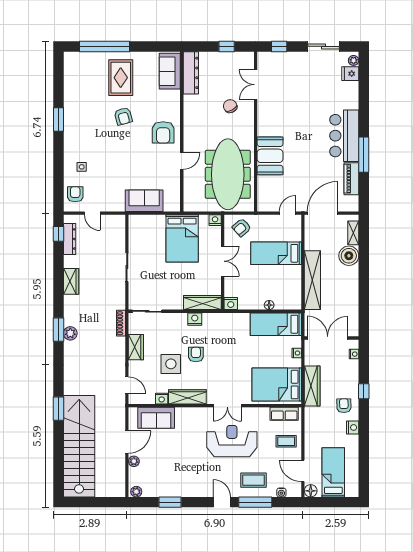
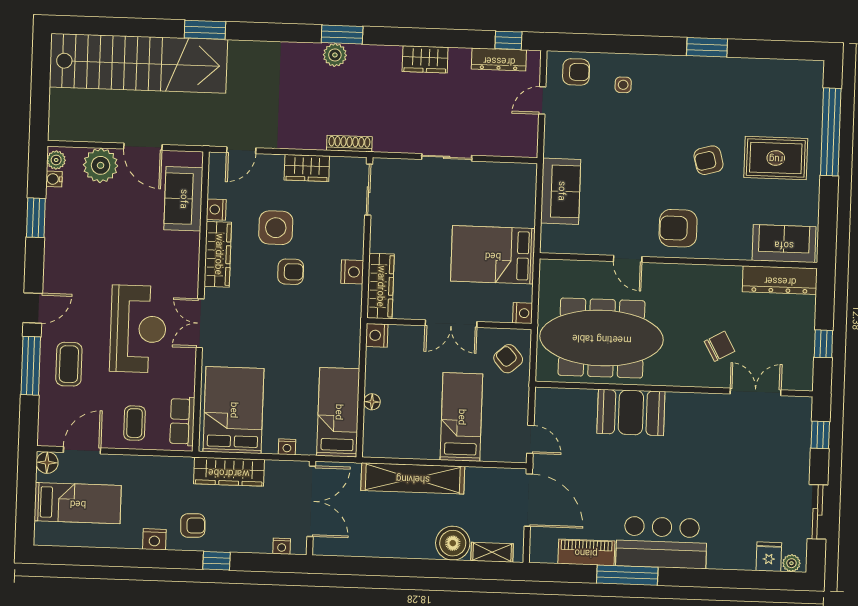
plant: (134, 461) -> (101, 165), width x1.88, depth x1.88
water cooler: (281, 492) -> (54, 179), moved

